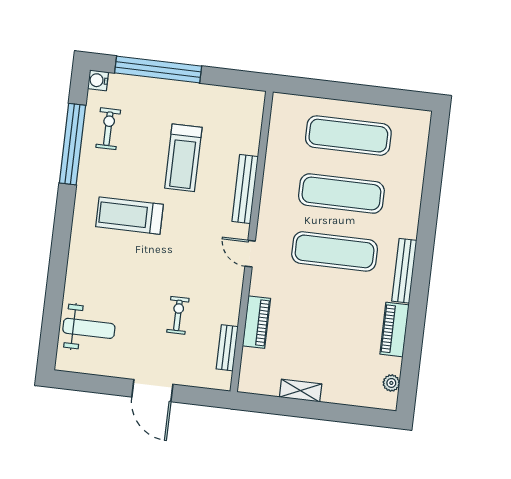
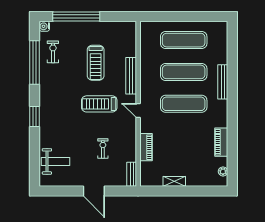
treadmill: (130, 216) -> (99, 104), moved
window: (61, 242) -> (35, 117), added
bench: (404, 271) -> (223, 82), moved
bench: (227, 348) -> (132, 174), moved

